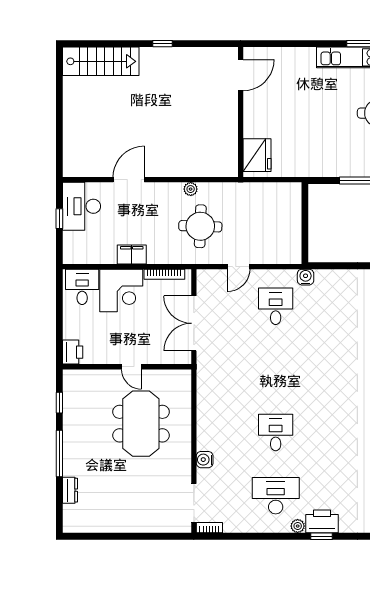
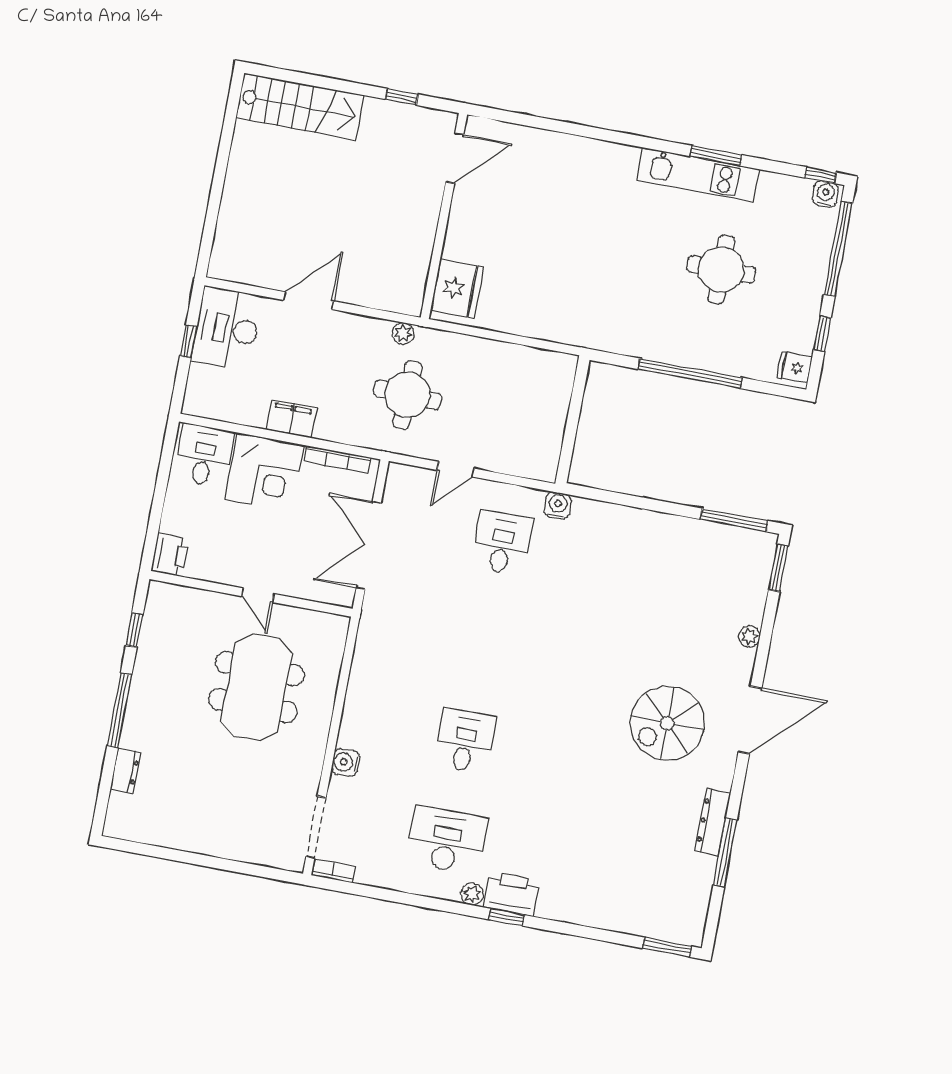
door: (241, 75) -> (455, 158), moved
wall: (241, 112) -> (444, 216), moved
fridge: (257, 155) -> (457, 289), moved

